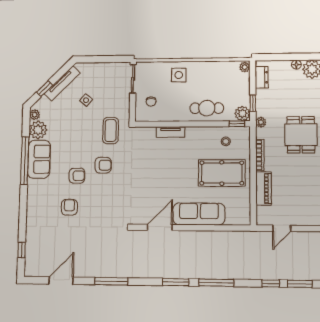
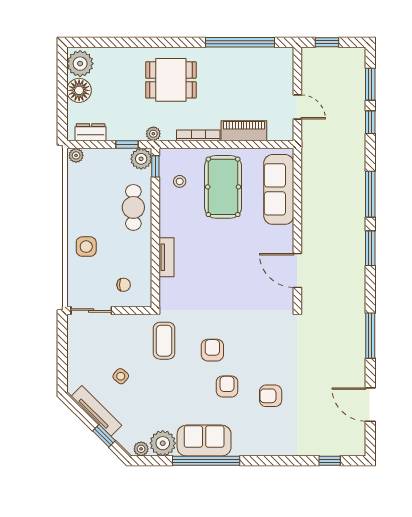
floor lamp: (296, 65) -> (79, 90), width x1.89, depth x1.89
coffee table: (111, 131) -> (164, 341), turned 90
sofa: (199, 214) -> (279, 189), moved

